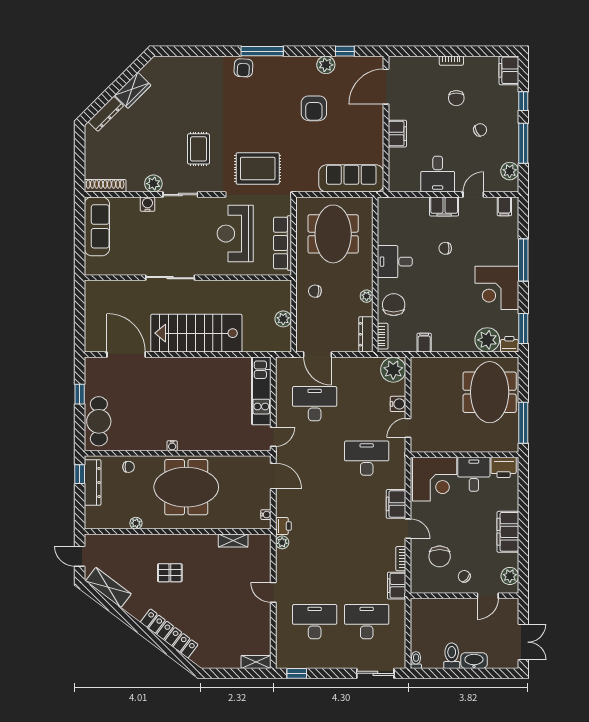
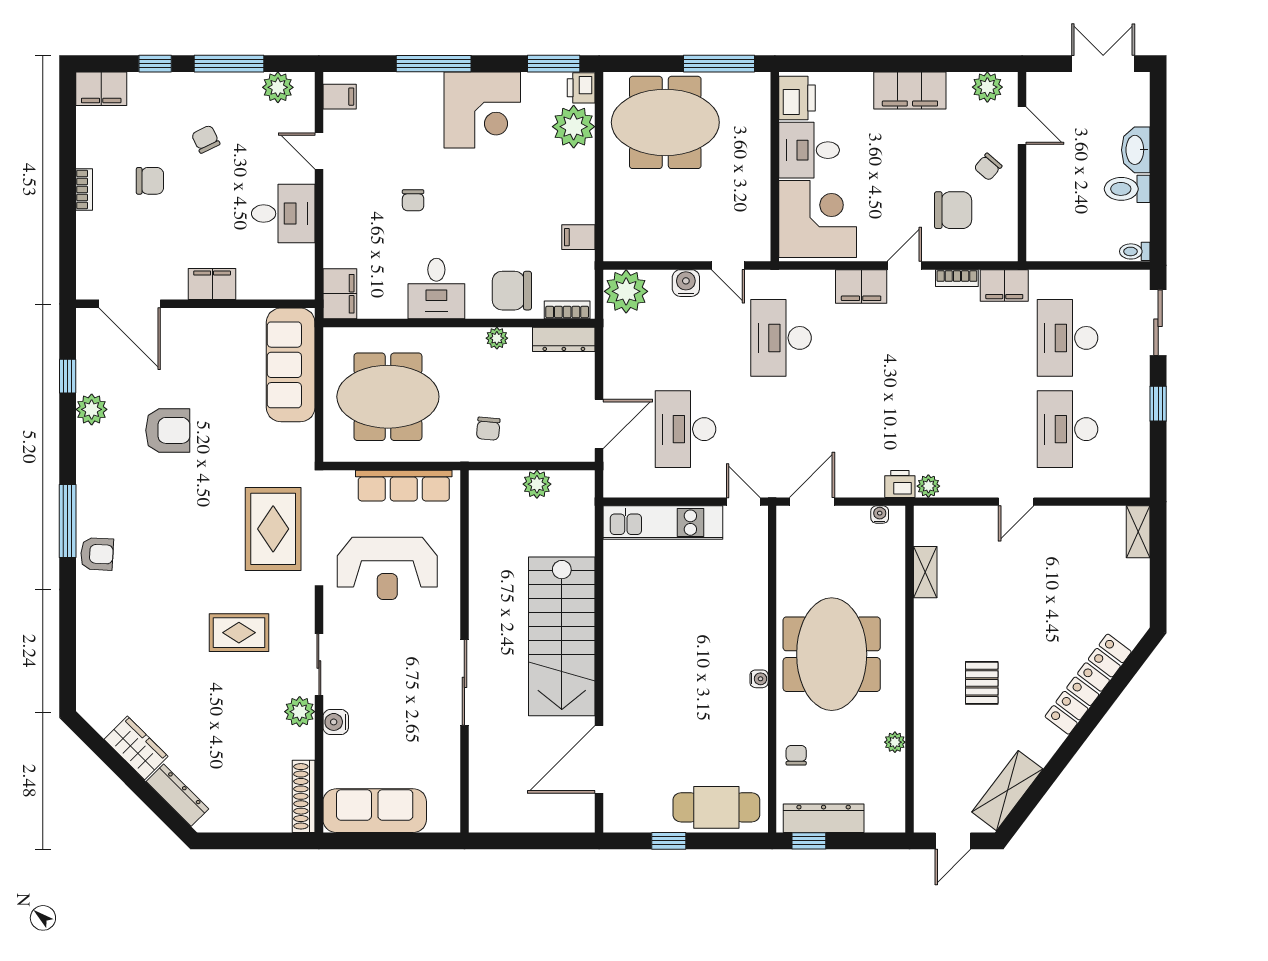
filing cabinet: (444, 206) -> (340, 294), moved
window: (297, 673) -> (1158, 404), moved

